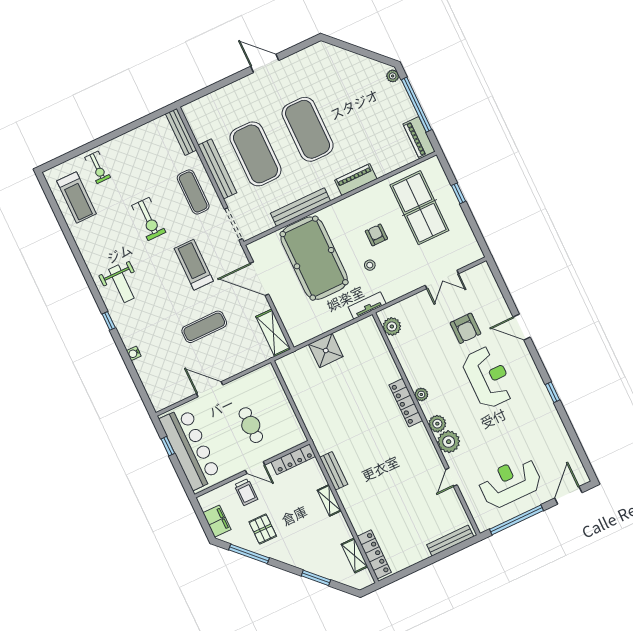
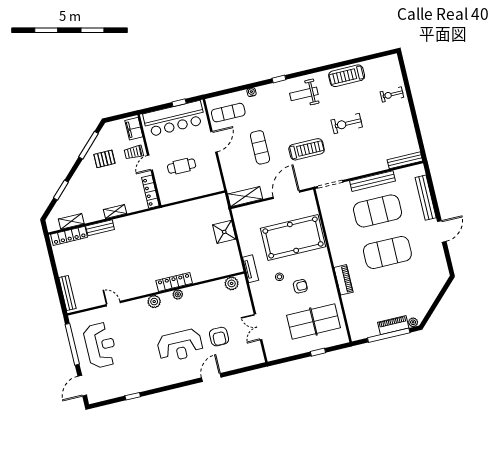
piano: (419, 138) -> (393, 325), moved
exercise mat: (193, 192) -> (228, 113), moved
treadmill: (76, 197) -> (347, 76), moved
bench: (301, 207) -> (426, 198), moved
armchair: (466, 328) -> (219, 337), turned -90
window: (552, 392) -> (133, 396), moved
plant: (449, 442) -> (139, 307), removed
bench: (334, 471) -> (100, 228), moved
door: (568, 495) -> (82, 386), swing flipped
filing cabinet: (217, 521) -> (134, 129), moved, turned 90

